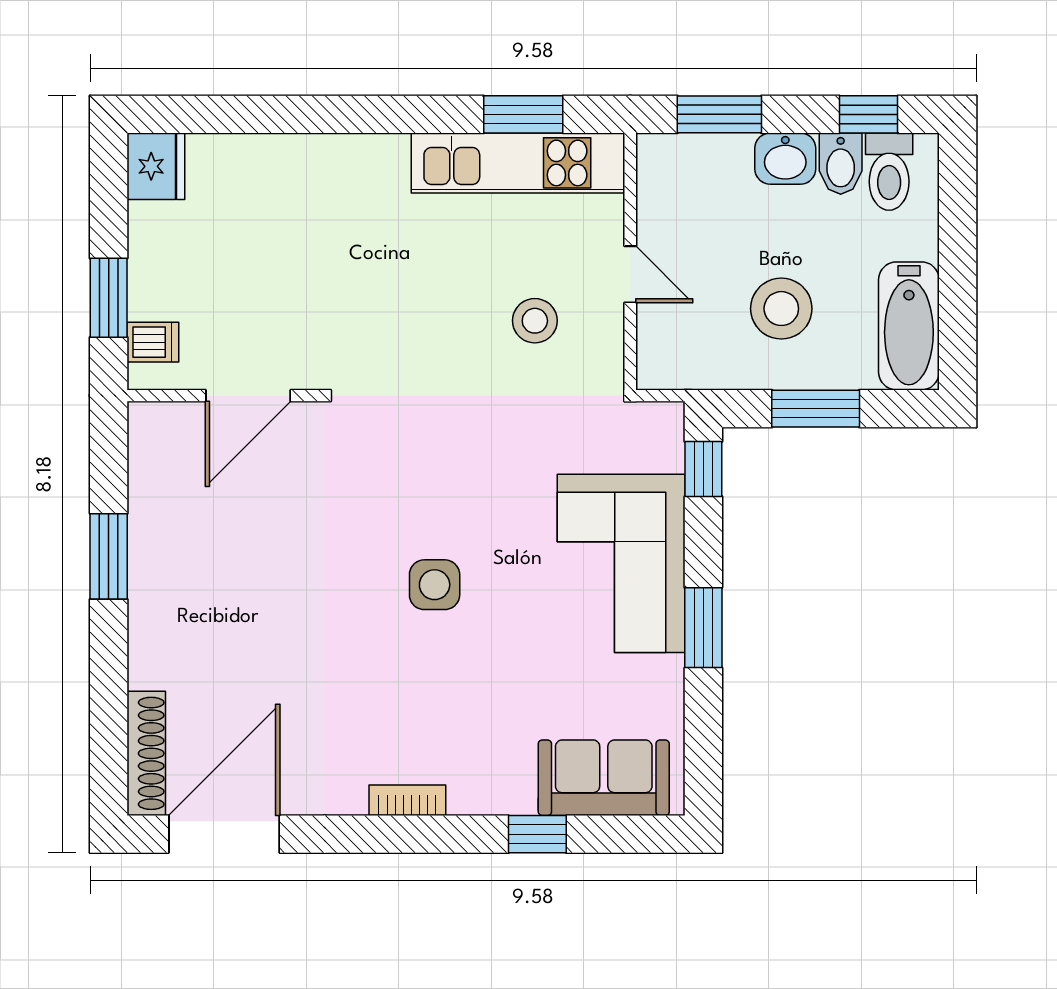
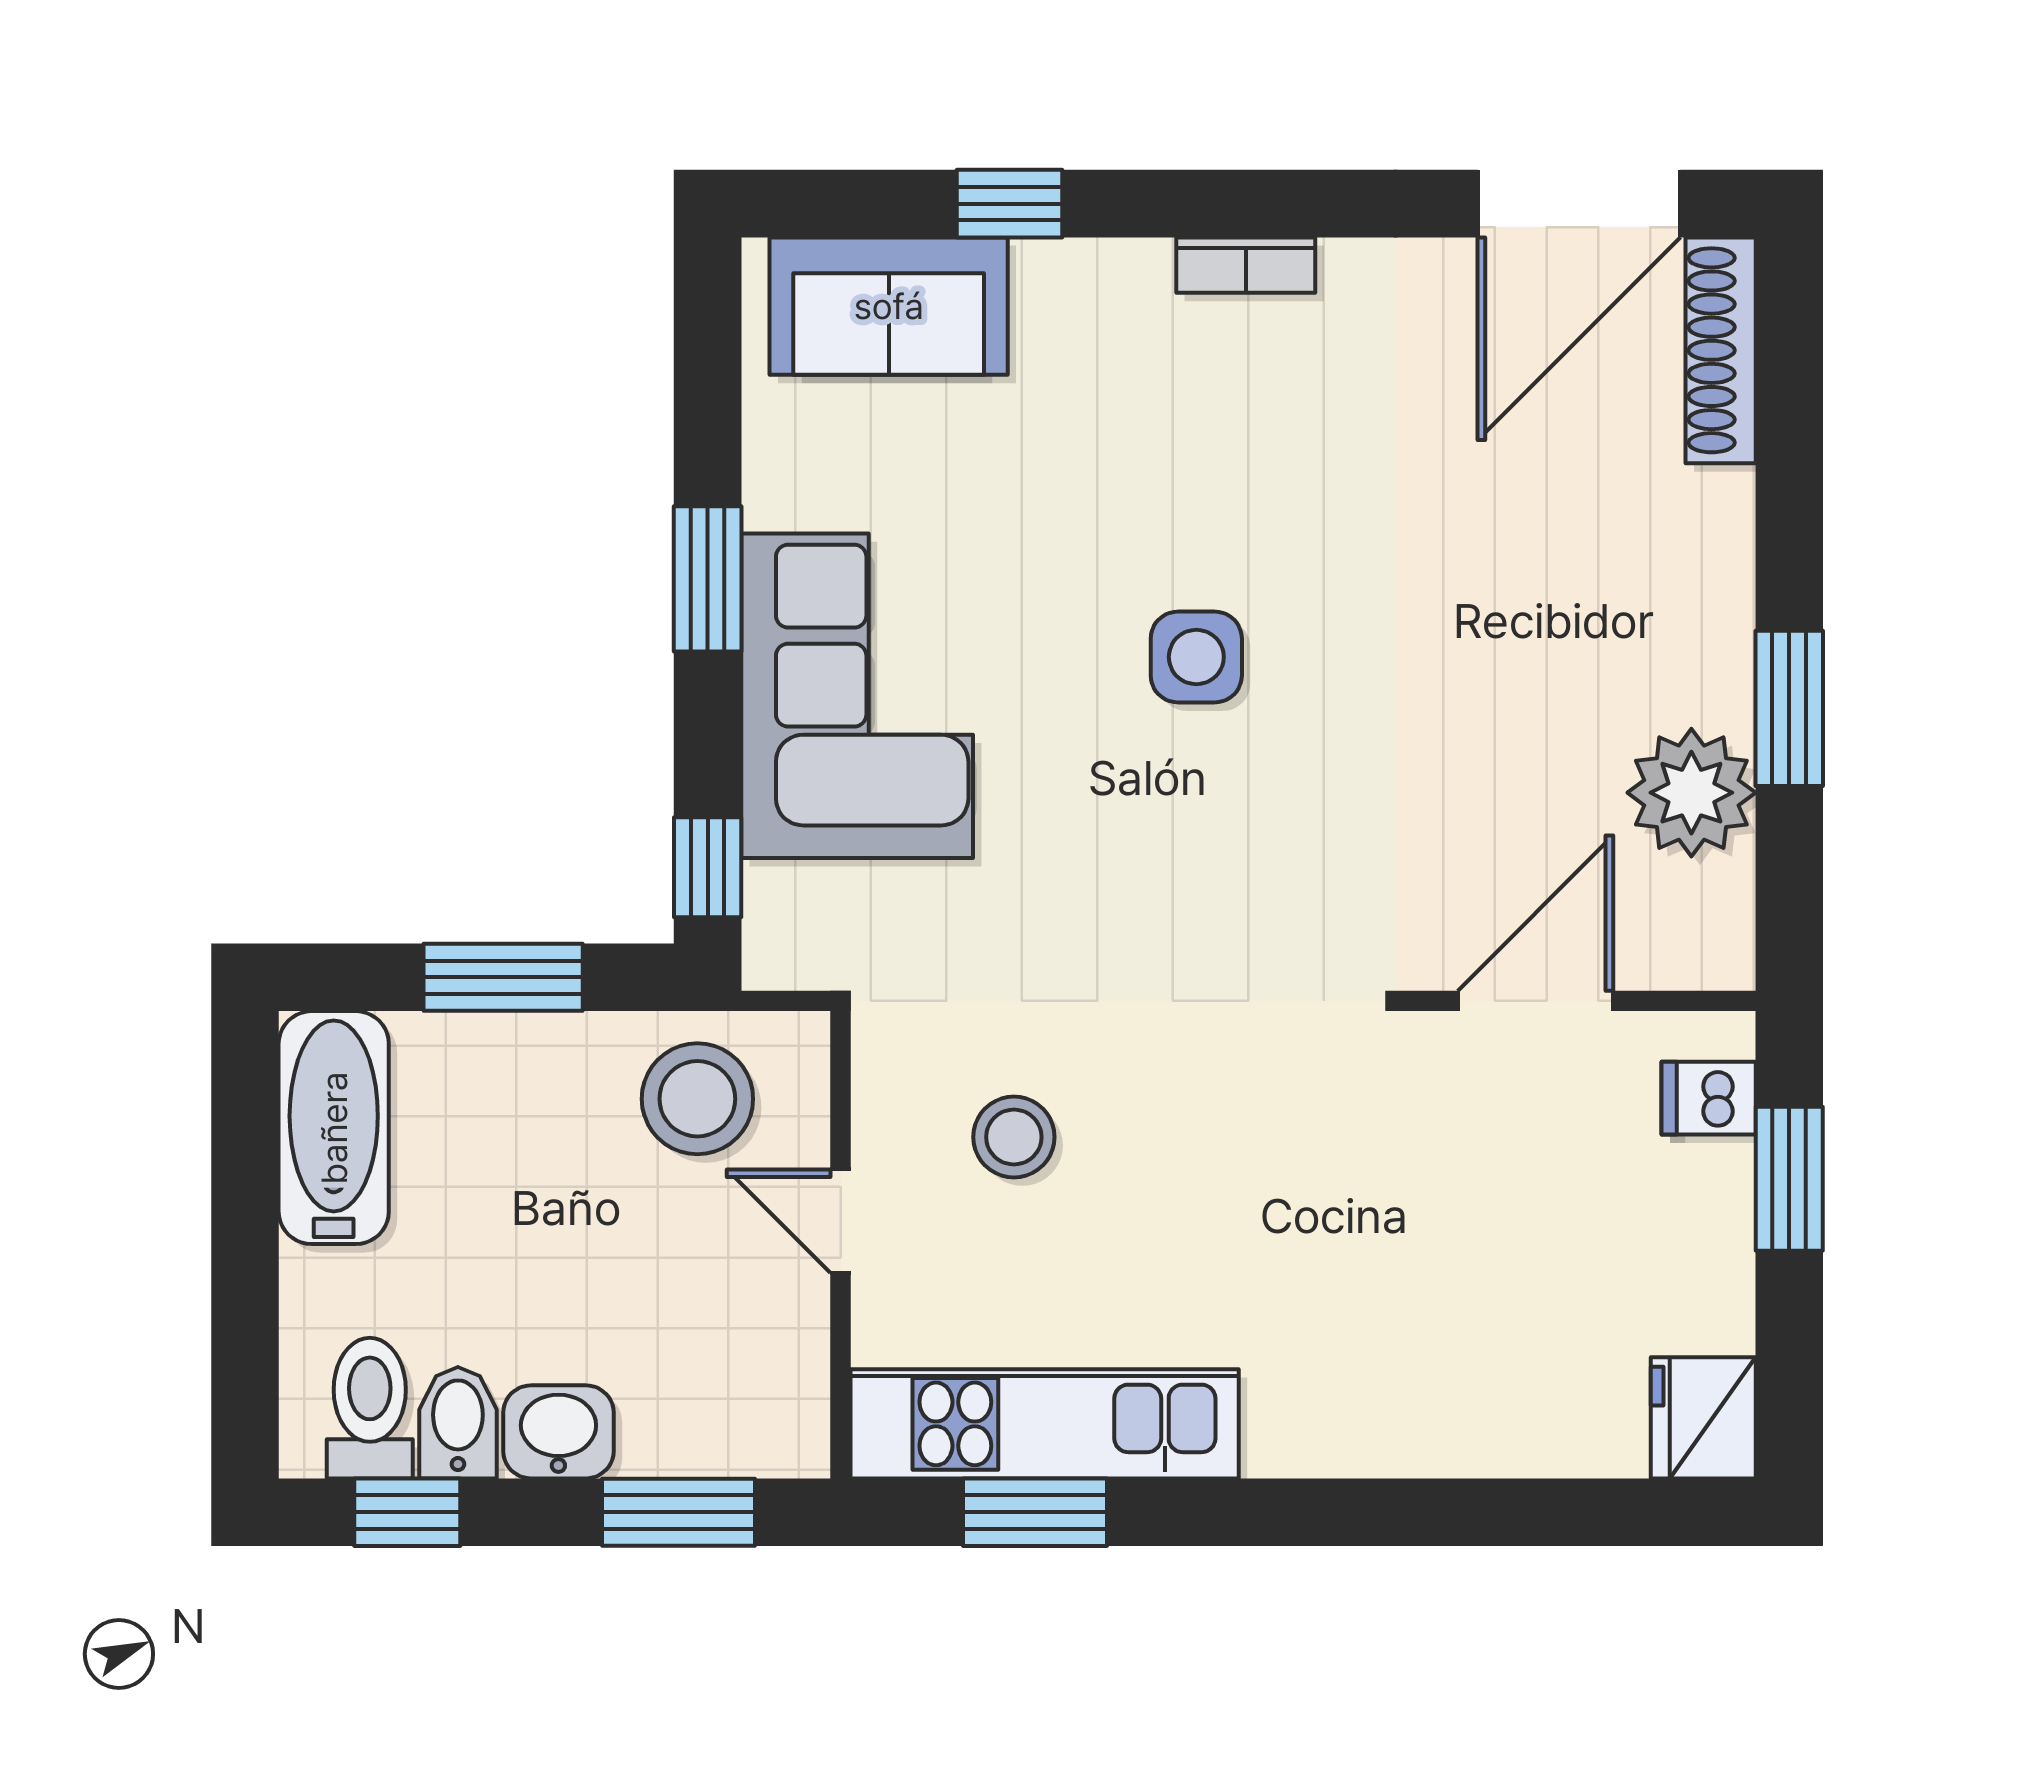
stool: (781, 309) -> (697, 1099), moved
plant: (162, 510) -> (1691, 793), added

